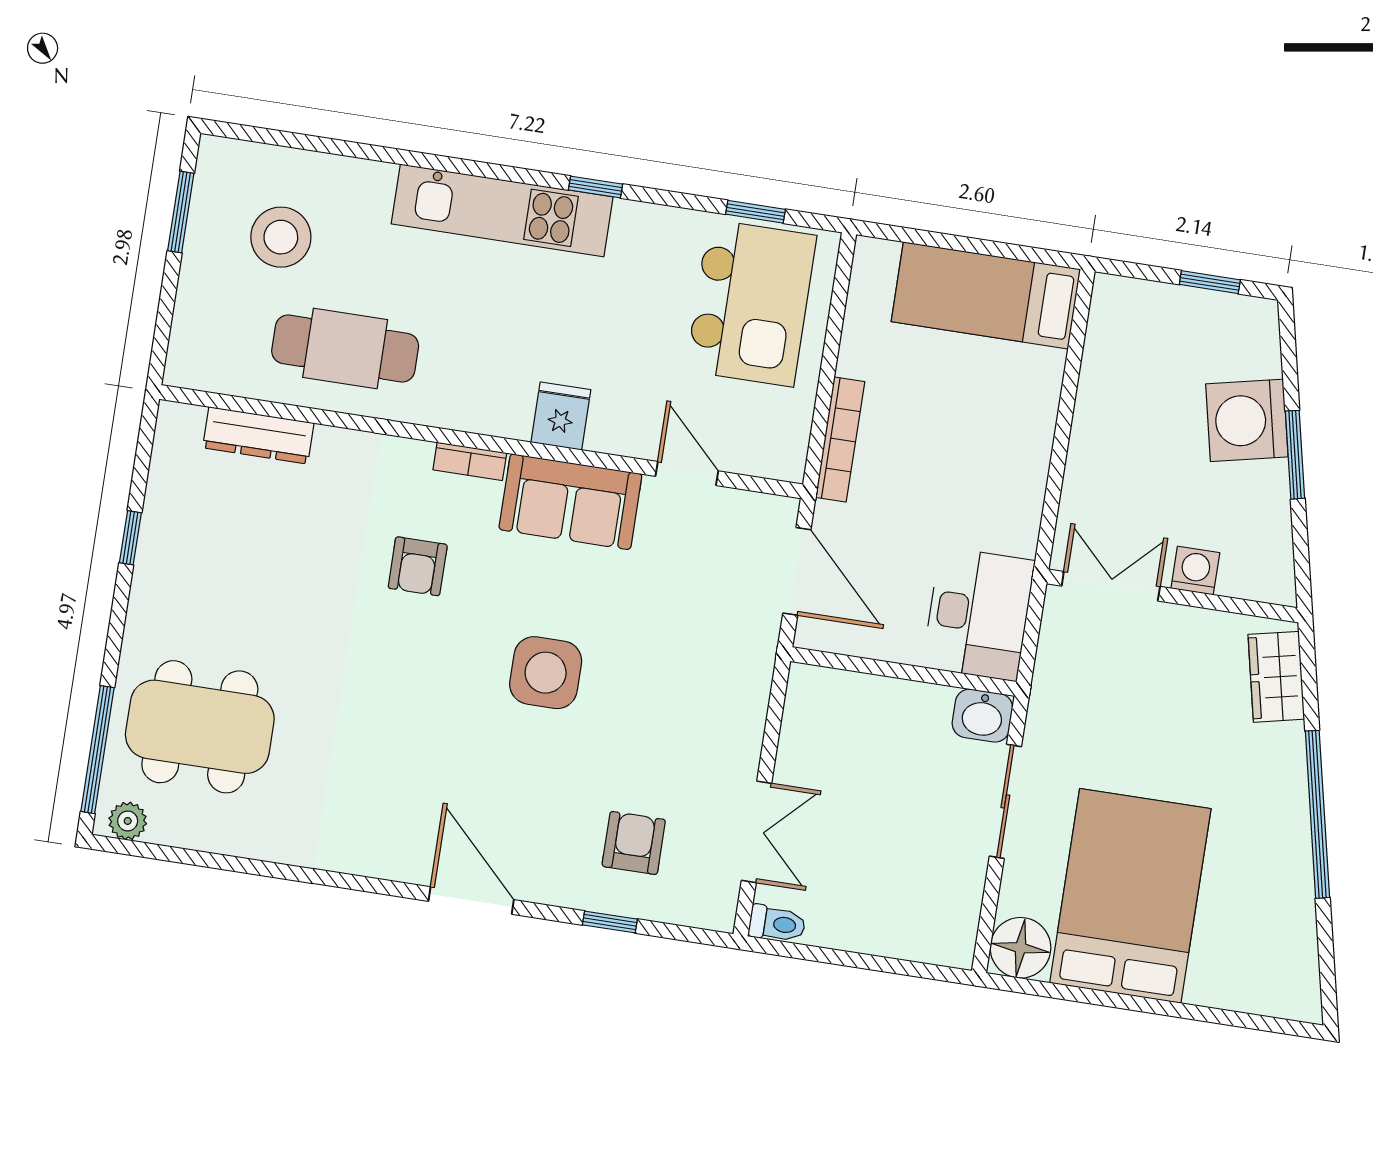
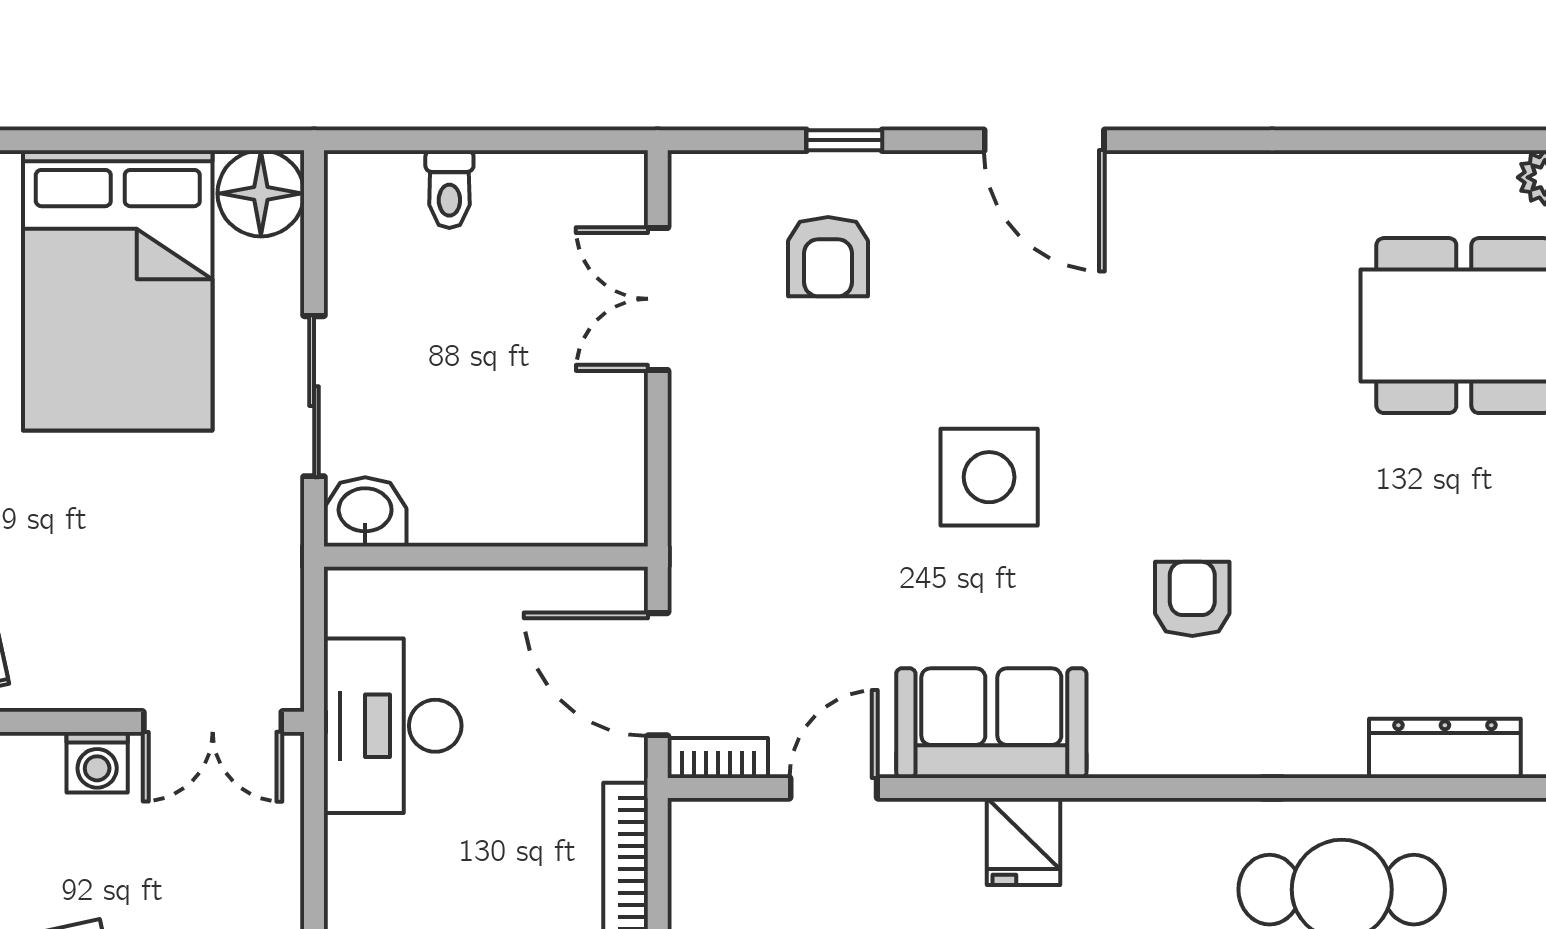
bookcase: (470, 461) -> (718, 758), moved
door: (687, 474) -> (834, 788), swing flipped
desk: (979, 614) -> (393, 726), moved
toilet: (777, 924) -> (449, 189), moved, turned -90

